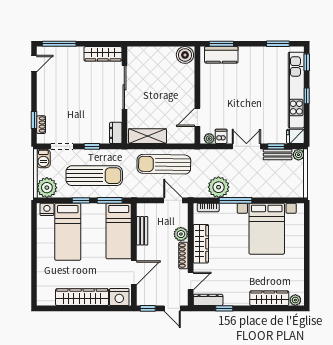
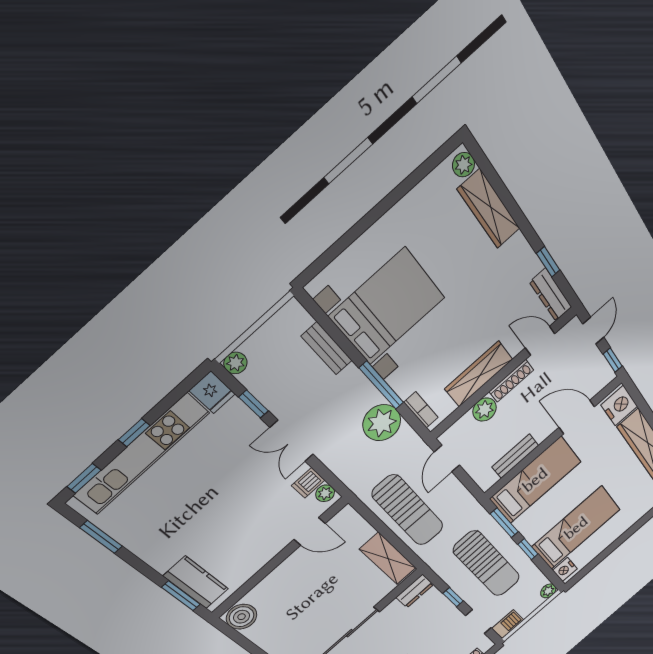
bench: (278, 155) -> (327, 348), moved
sun lounger: (94, 176) -> (487, 564), turned 180
plant: (47, 188) -> (548, 591), width x0.53, depth x0.53

